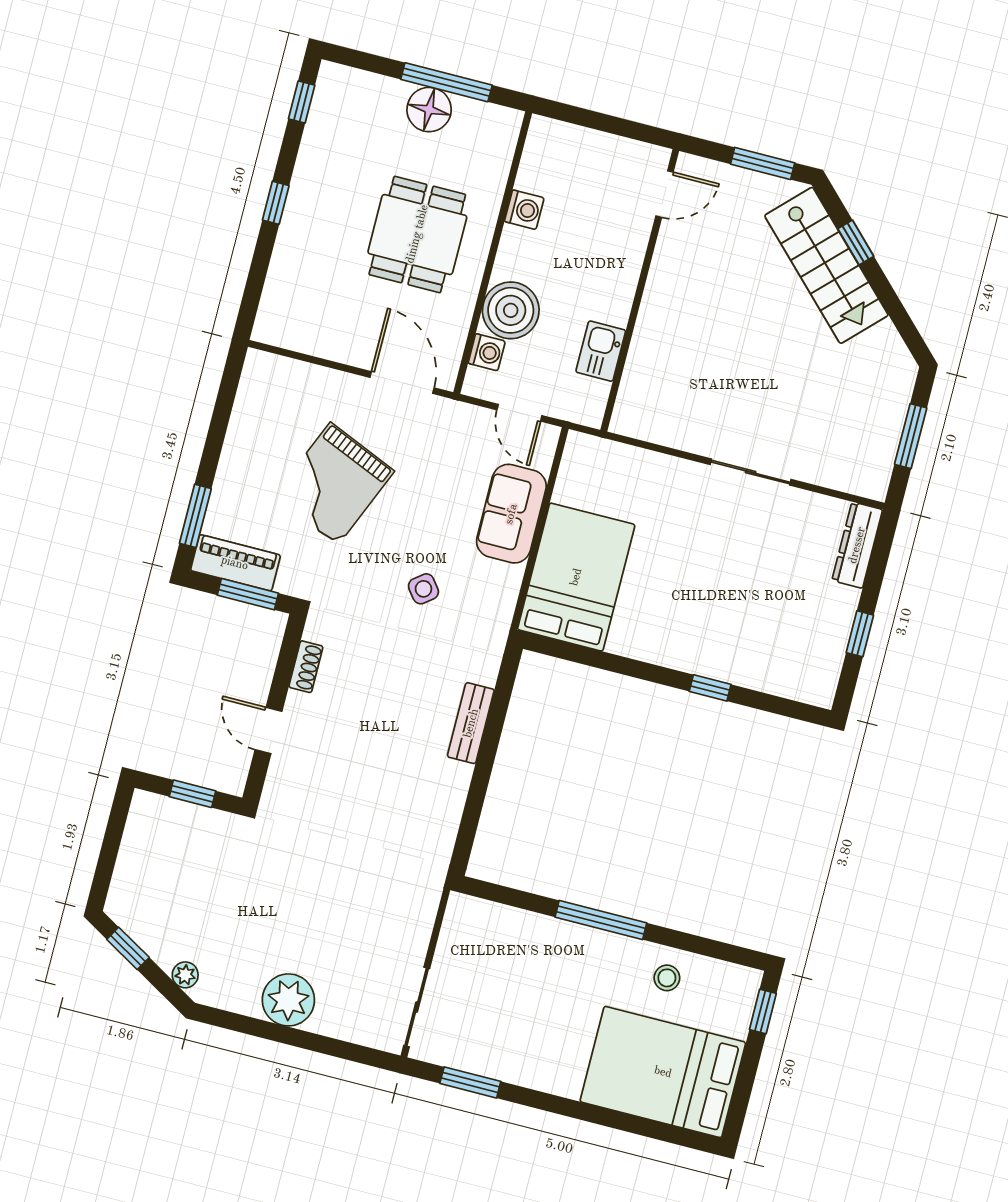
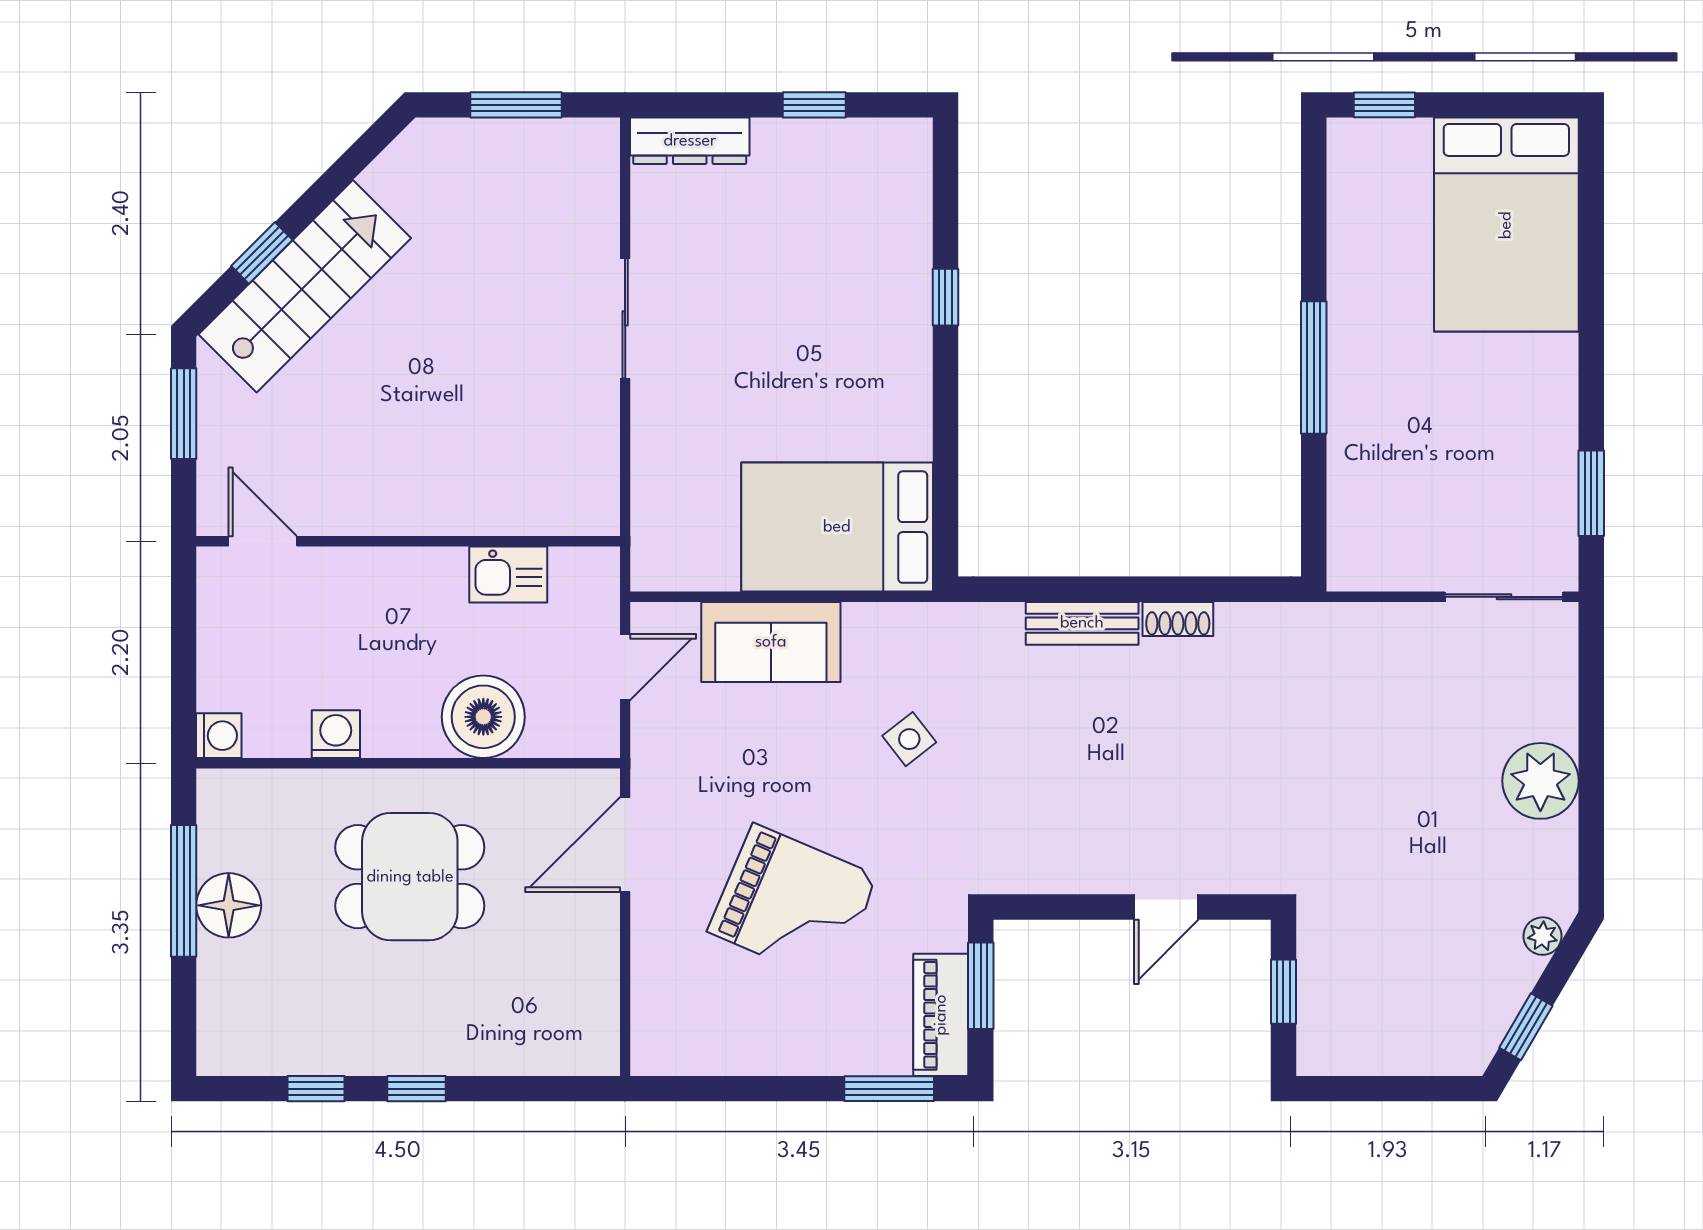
window: (302, 102) -> (316, 1089), moved
washing machine: (487, 352) -> (219, 736), moved, turned 90
shoe rack: (306, 667) -> (1178, 619), moved, turned 180
stool: (667, 978) -> (1372, 253), removed

